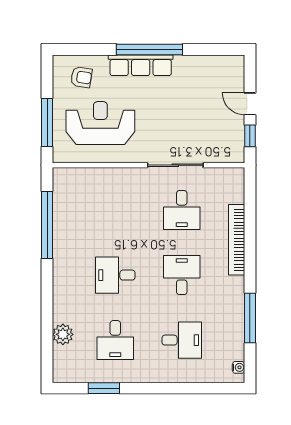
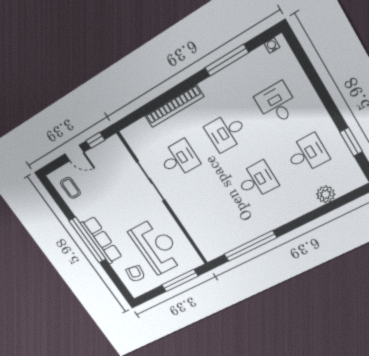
coffee table: (217, 73) -> (70, 188), added
door: (250, 104) -> (74, 153), hinge flipped
reception desk: (100, 123) -> (157, 246), turned 180
desk: (115, 275) -> (257, 180), turned -90

